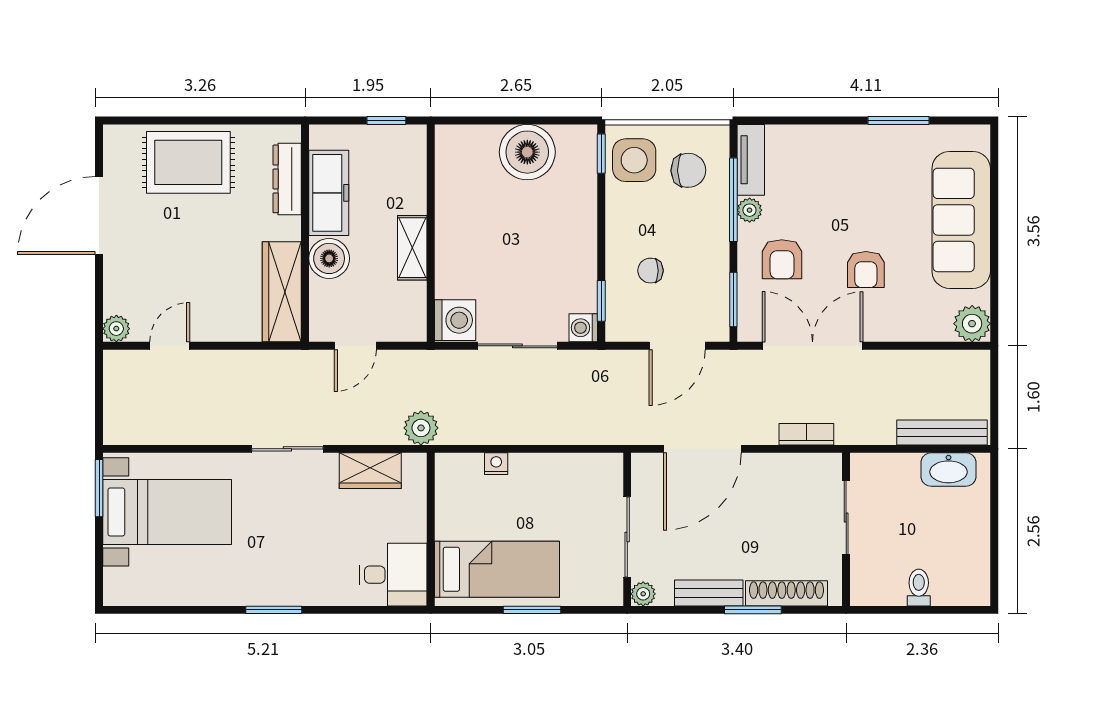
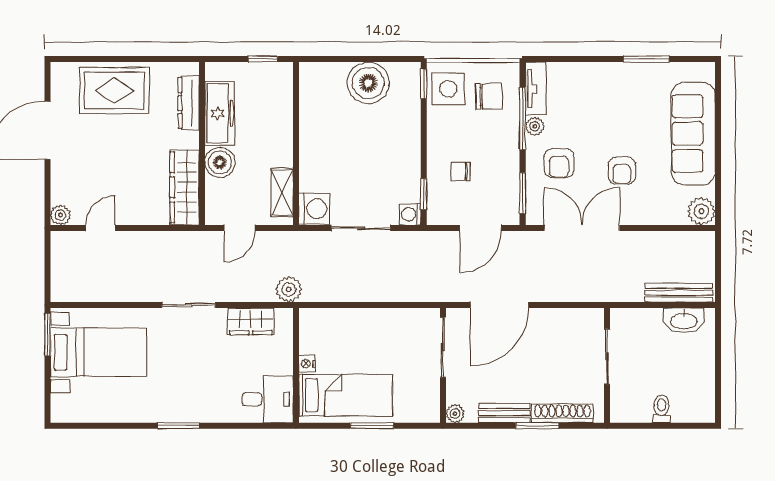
shelving: (412, 248) -> (282, 192), moved
bookcase: (806, 434) -> (577, 294), removed
nightstand: (496, 464) -> (307, 364), moved, turned -90
sliding door: (627, 537) -> (443, 347), moved

